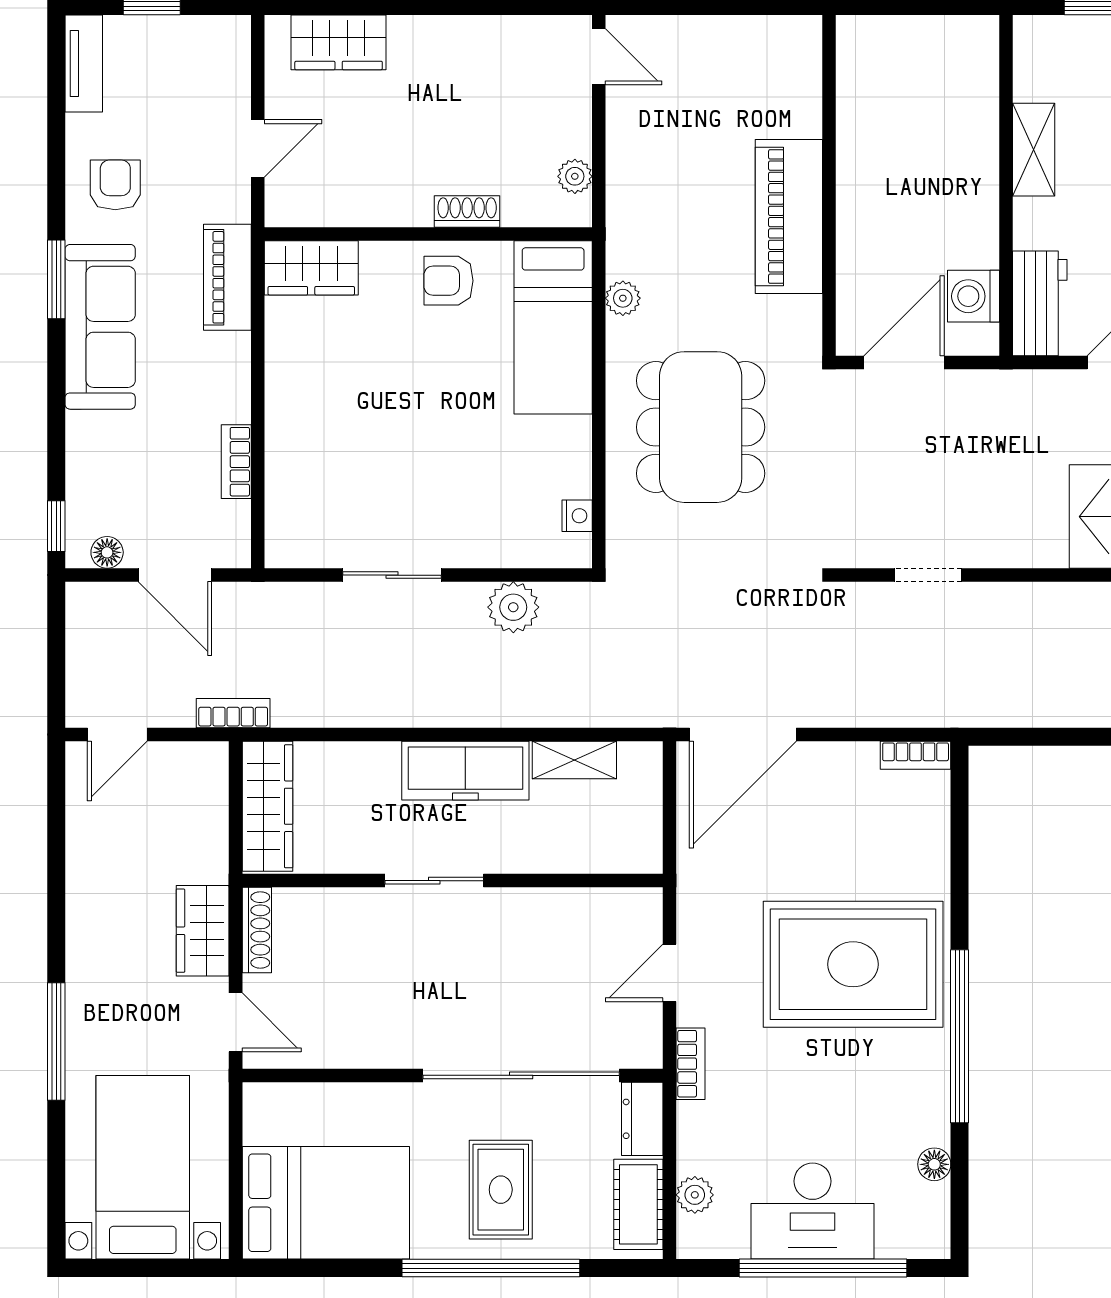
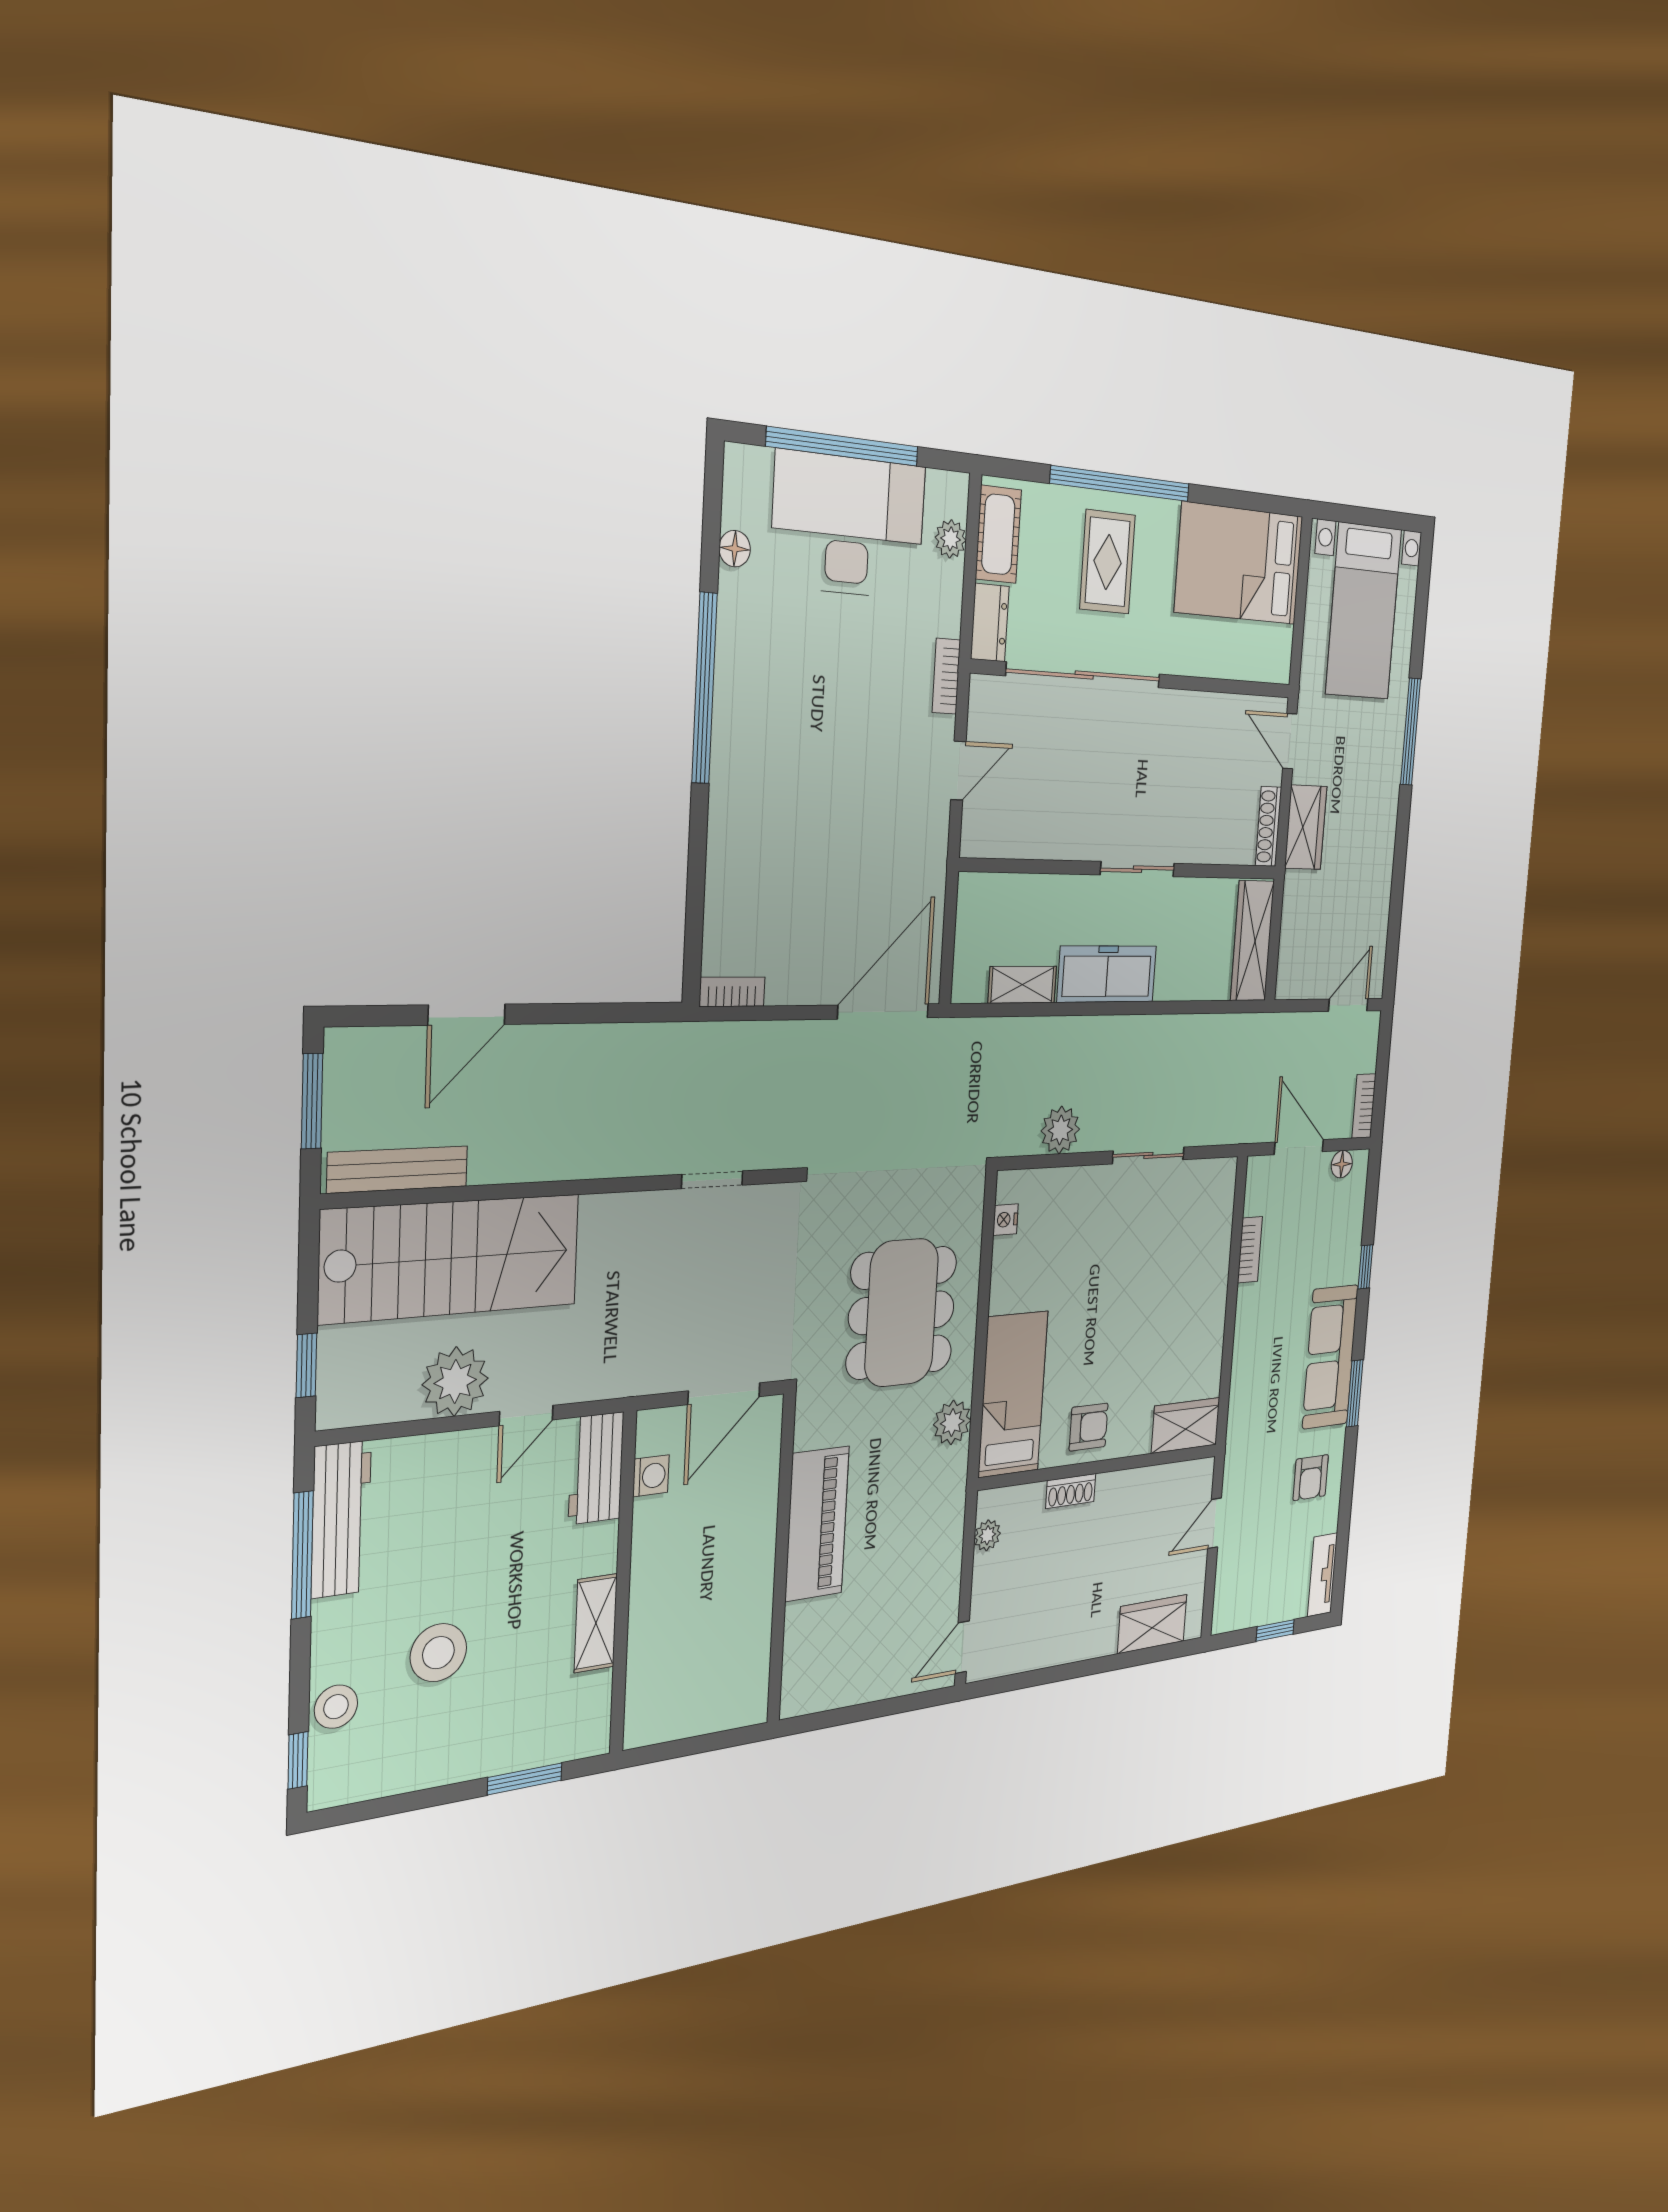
door: (599, 57) -> (962, 1647), hinge flipped
piano: (227, 277) -> (1244, 1410), removed
washing machine: (974, 296) -> (651, 1476), width x0.73, depth x0.73
plant: (623, 298) -> (952, 1422), width x1.38, depth x1.38
window: (56, 526) -> (1365, 1267), moved
bookcase: (233, 713) -> (1364, 1106), moved, turned 90
rug: (853, 964) -> (799, 772), removed
desk: (813, 1211) -> (848, 525), width x1.36, depth x1.30

